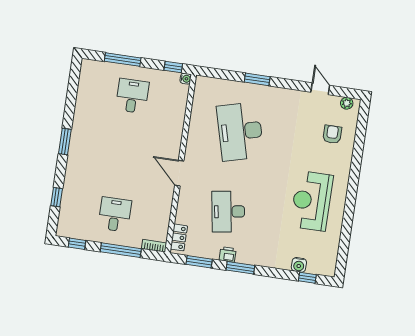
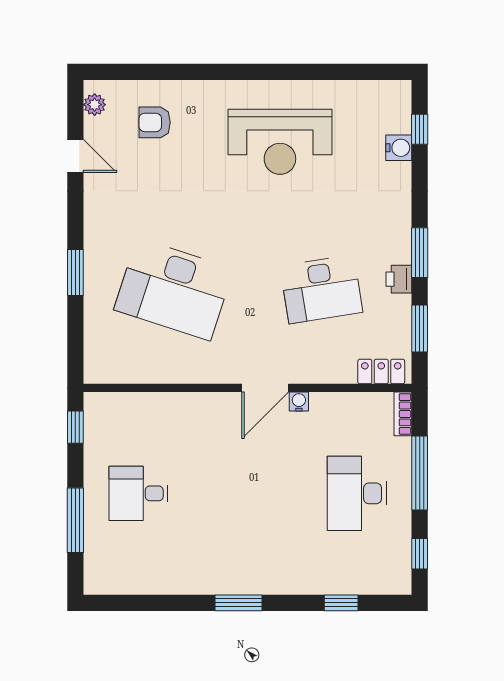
water cooler: (186, 79) -> (299, 402), moved
door: (320, 89) -> (75, 156), swing flipped
desk: (240, 131) -> (174, 289), turned 33
desk: (115, 214) -> (357, 493), width x1.37

